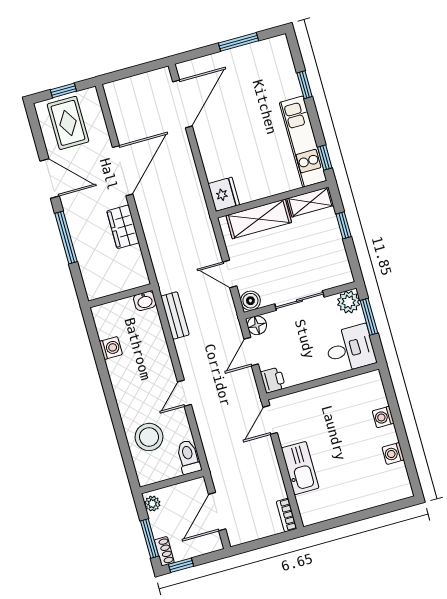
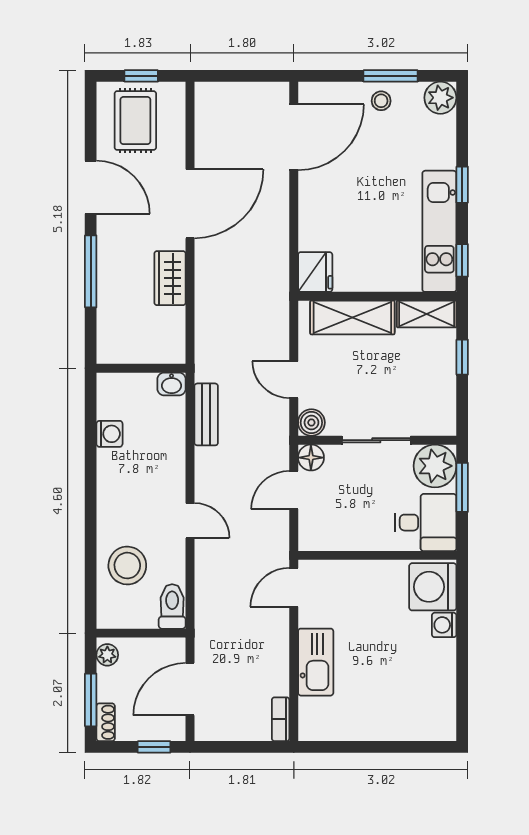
plant: (278, 47) -> (440, 98), added
stool: (237, 61) -> (381, 101), added
window: (305, 85) -> (462, 185), moved
plant: (349, 302) -> (435, 466), width x1.36, depth x1.36
printer: (273, 380) -> (312, 536), removed
door: (184, 393) -> (190, 521), swing flipped
washing machine: (393, 454) -> (433, 587), moved, width x1.89, depth x1.89
window: (181, 565) -> (154, 747), moved

